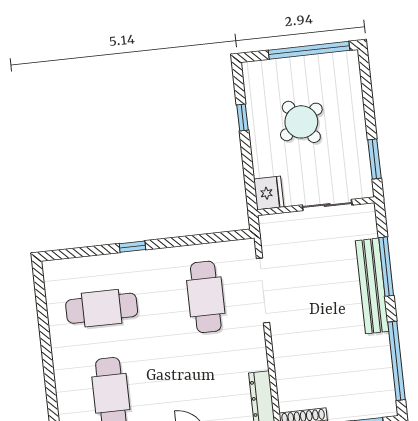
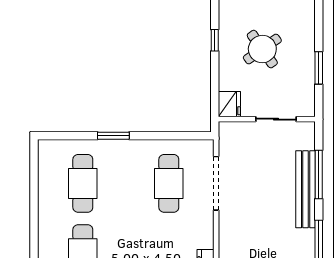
window: (375, 159) -> (319, 68), moved
window: (132, 247) -> (113, 136), width x1.50
cafe table: (102, 308) -> (83, 183), turned 90

